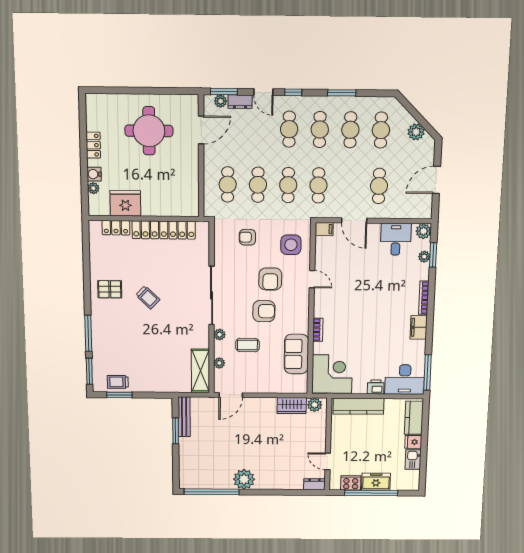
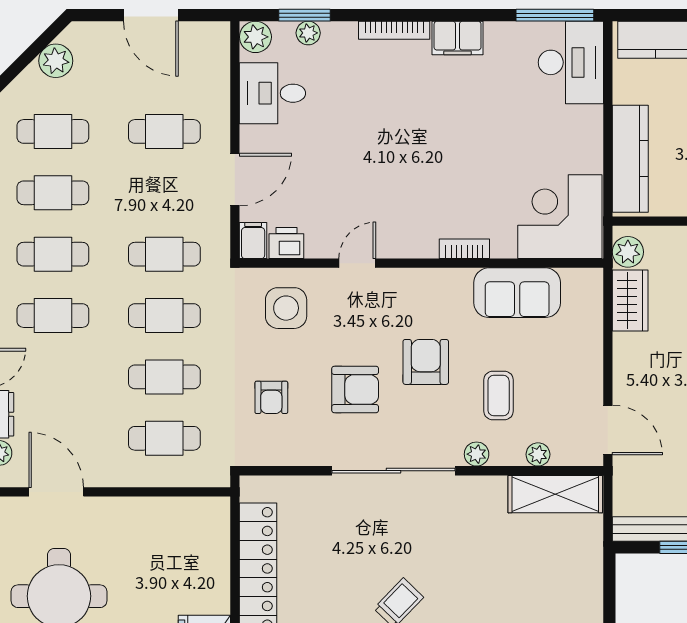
armchair: (270, 279) -> (355, 389), moved
printer: (376, 387) -> (286, 243), moved, turned 90

